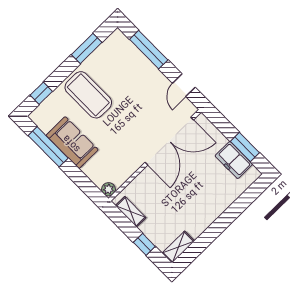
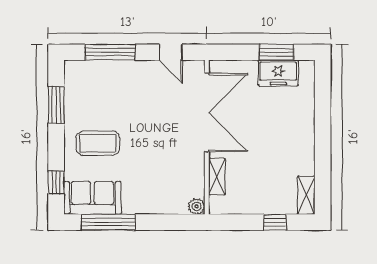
coffee table: (88, 95) -> (98, 143), width x0.73, depth x0.76
sofa: (72, 143) -> (92, 198), moved
shelving: (131, 212) -> (217, 177), moved, turned 90

